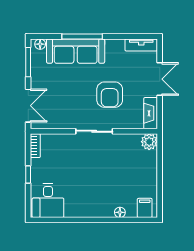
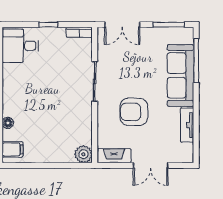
window: (82, 36) -> (196, 61), moved
floor lamp: (40, 44) -> (188, 37), removed
tv unit: (141, 45) -> (187, 125), moved
sliding door: (94, 131) -> (95, 81), moved

